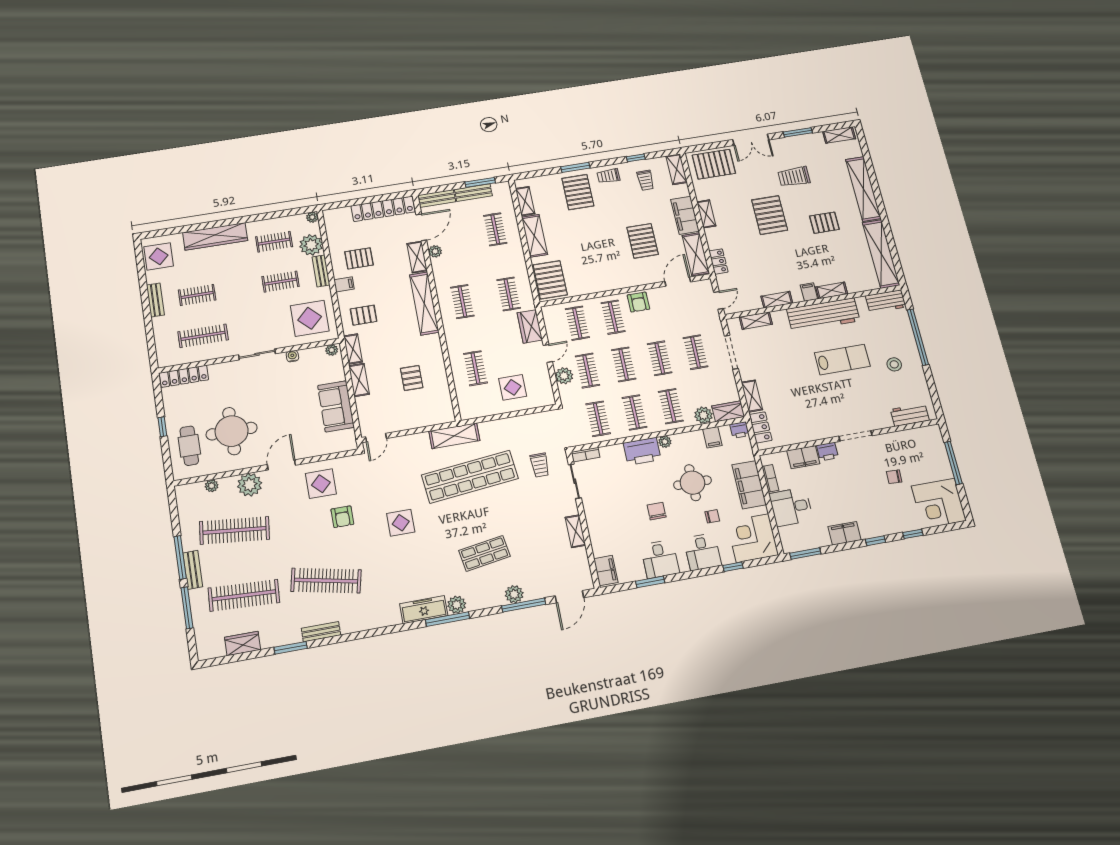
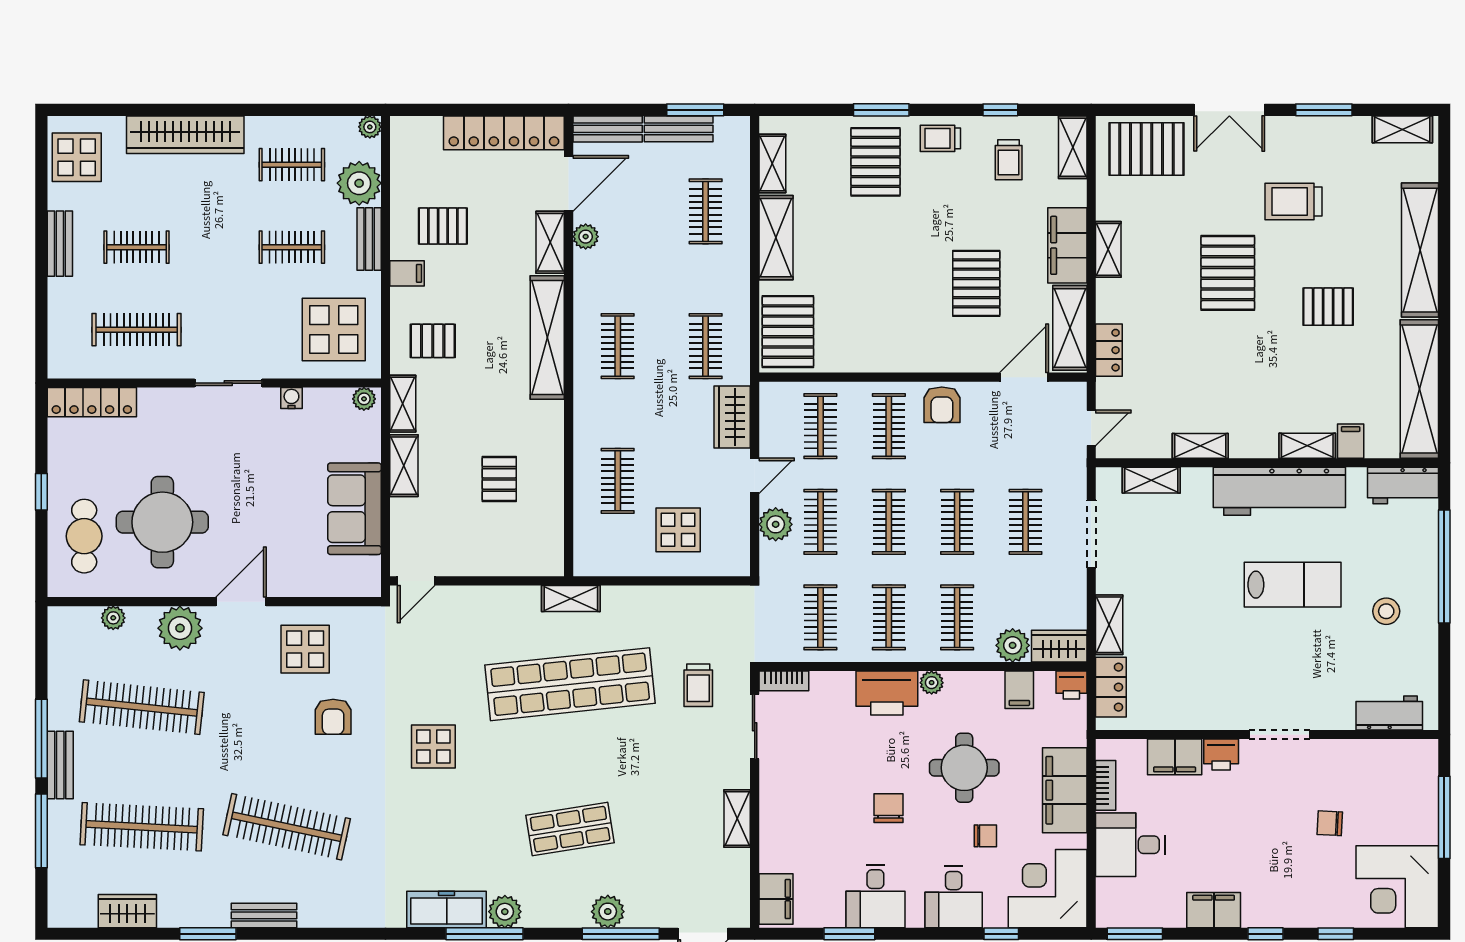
filing cabinet: (809, 292) -> (1351, 441), moved
shelving: (454, 436) -> (571, 598), width x0.67, depth x0.75

